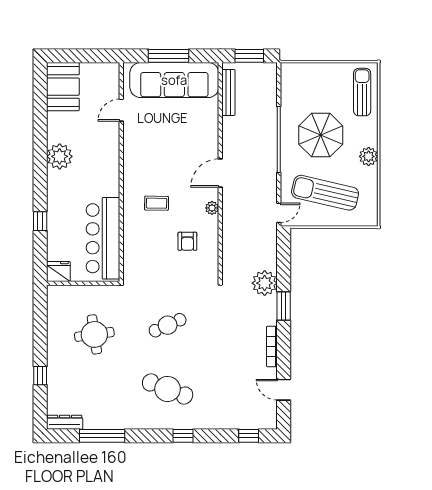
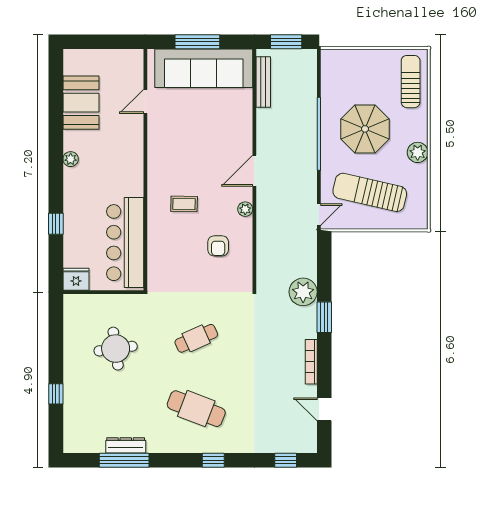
booth: (63, 87) -> (81, 103), moved
plant: (60, 156) -> (71, 159), width x0.53, depth x0.53
dresser: (65, 422) -> (126, 445), moved

